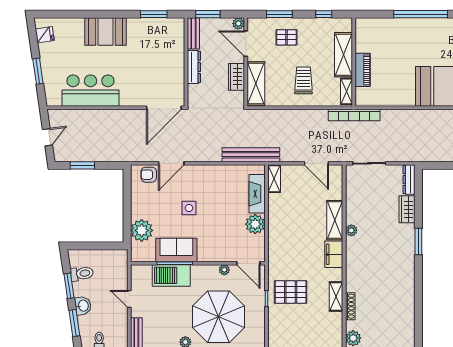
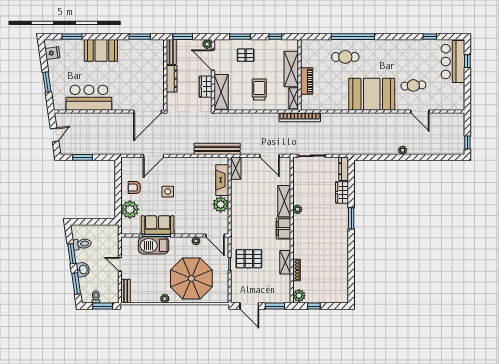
window: (69, 14) -> (72, 37), added
cafe table: (411, 40) -> (345, 57), added
armchair: (149, 175) -> (134, 188), moved

